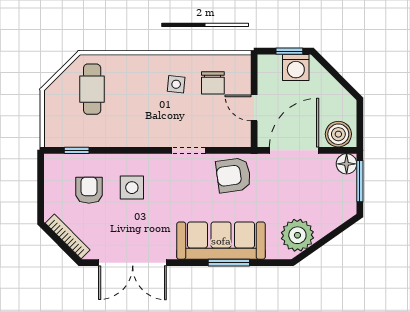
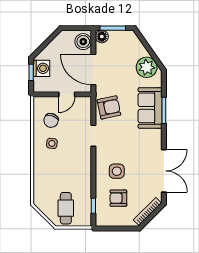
chair: (213, 83) -> (51, 120), turned 110
cafe table: (92, 89) -> (66, 208), moved, turned 90
armchair: (233, 175) -> (109, 107), turned -94
sofa: (221, 241) -> (150, 108), width x0.73

